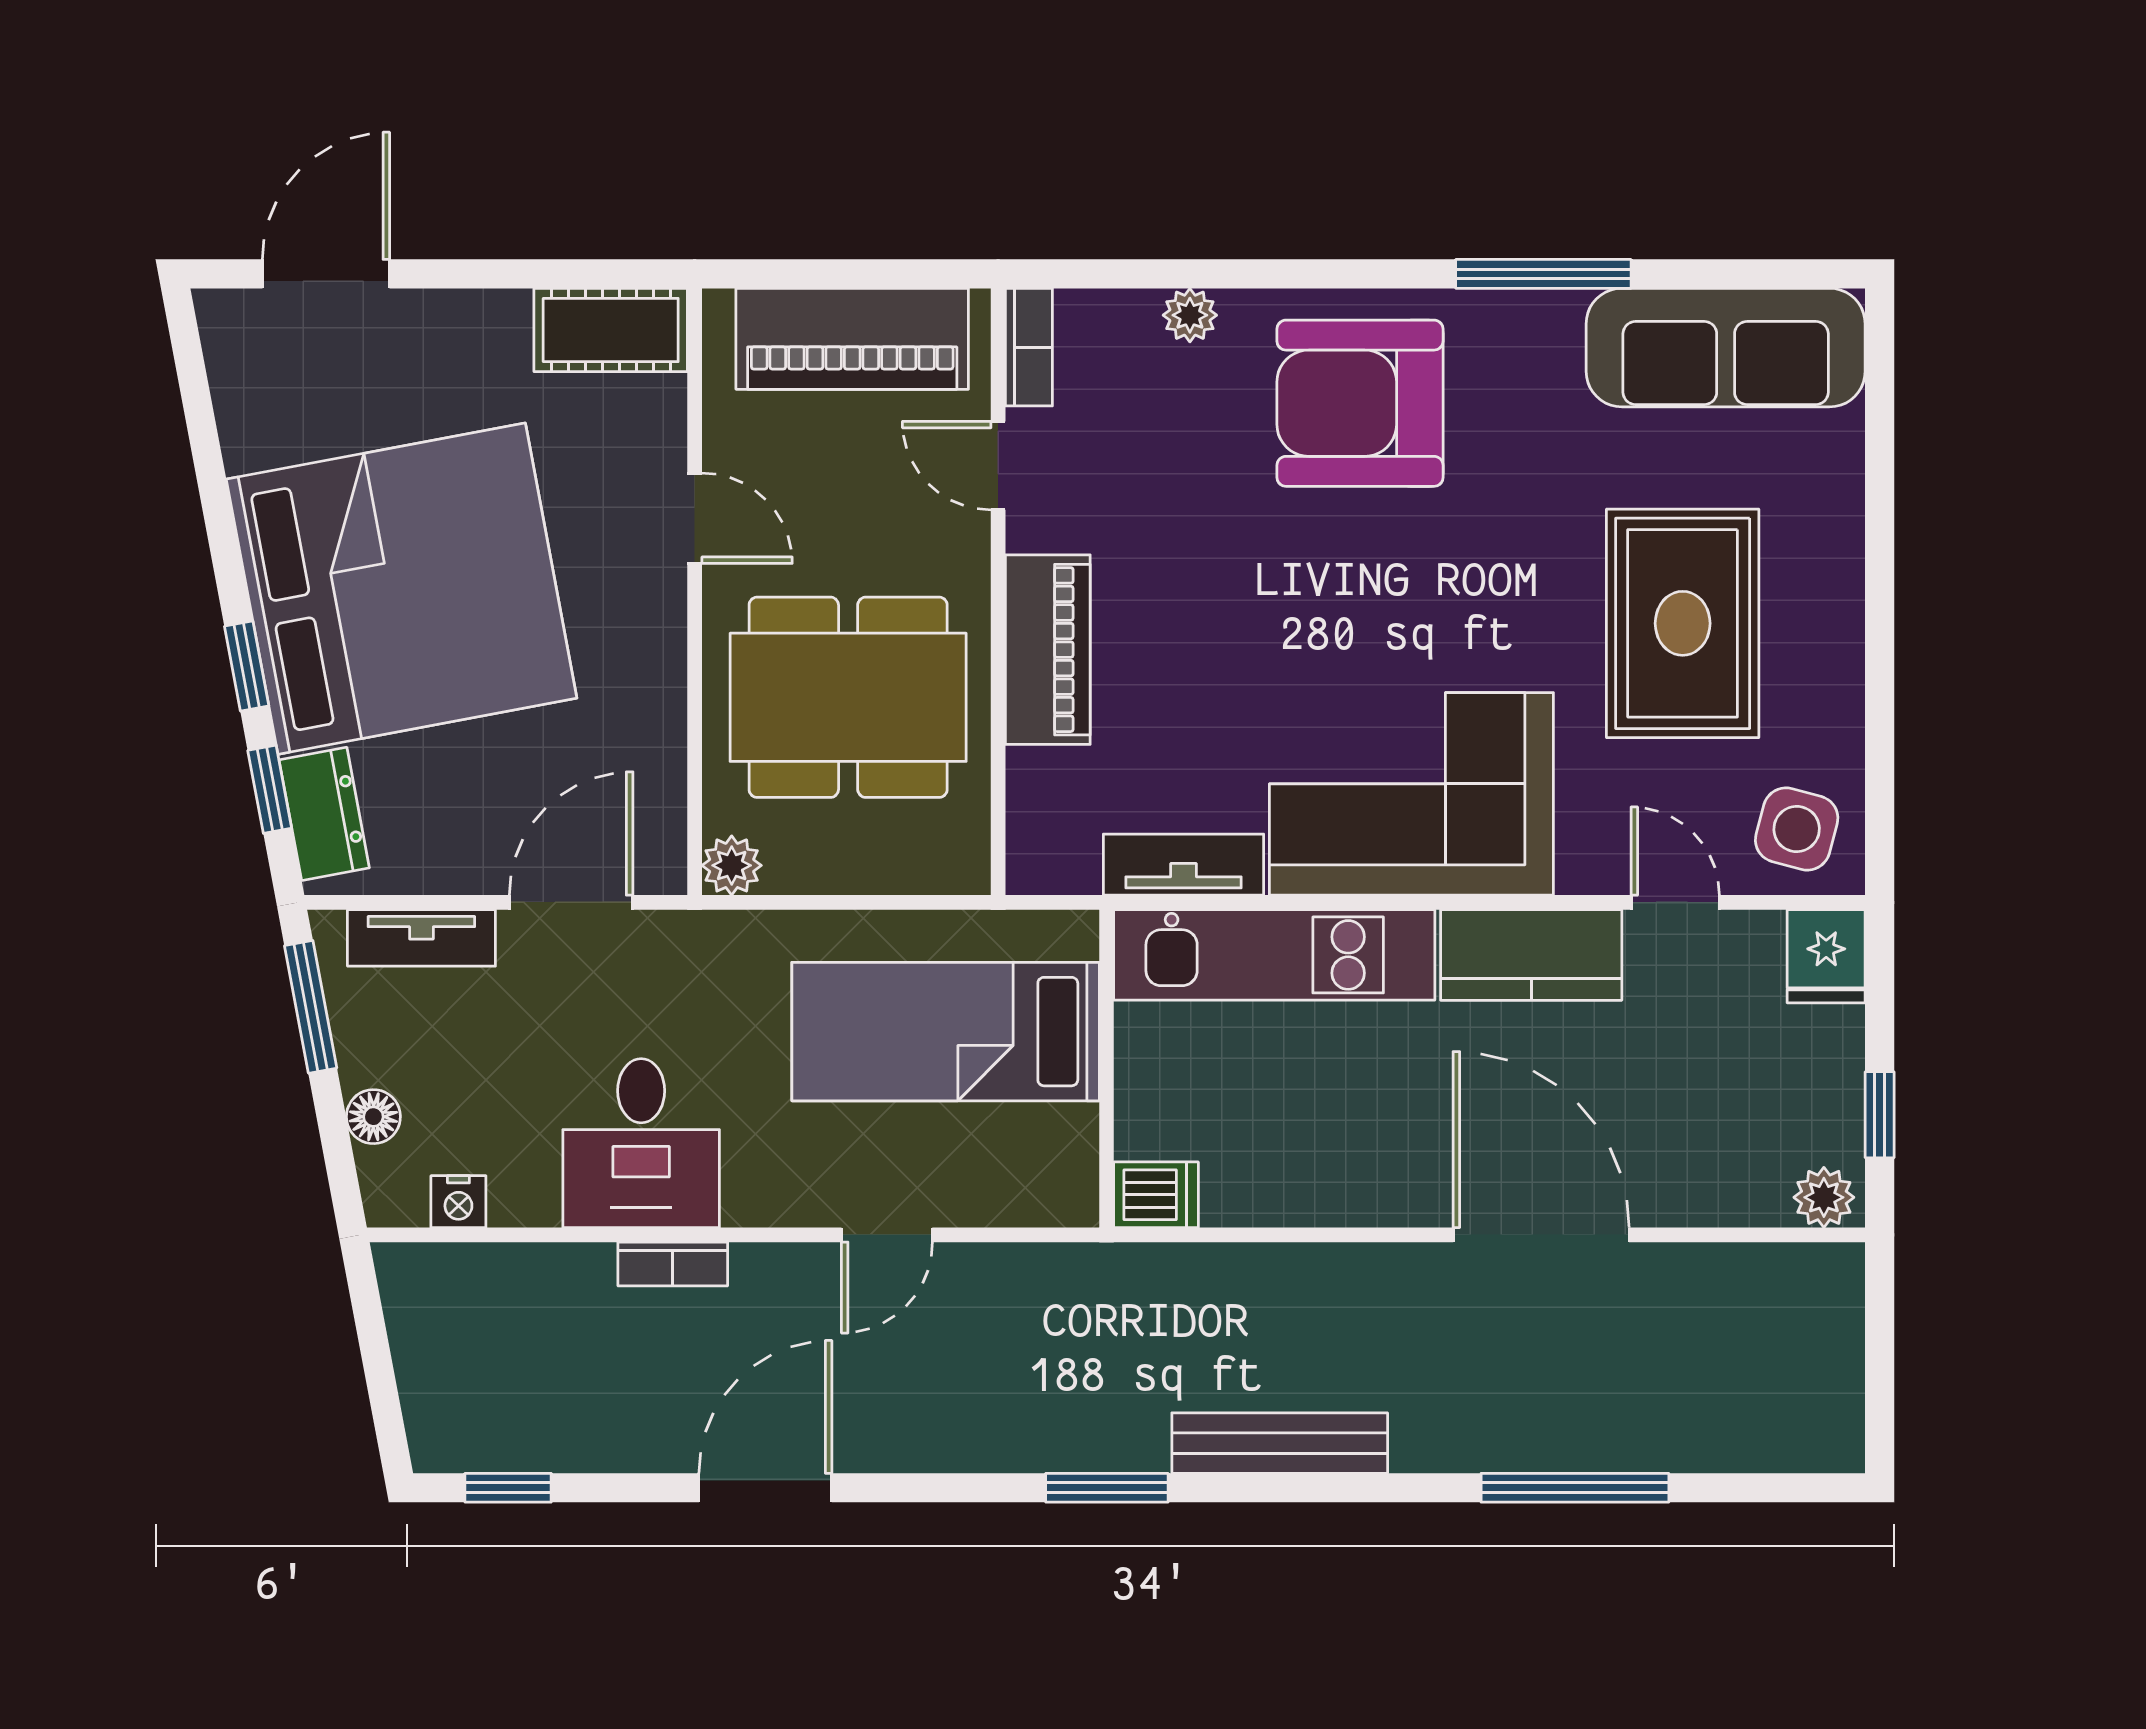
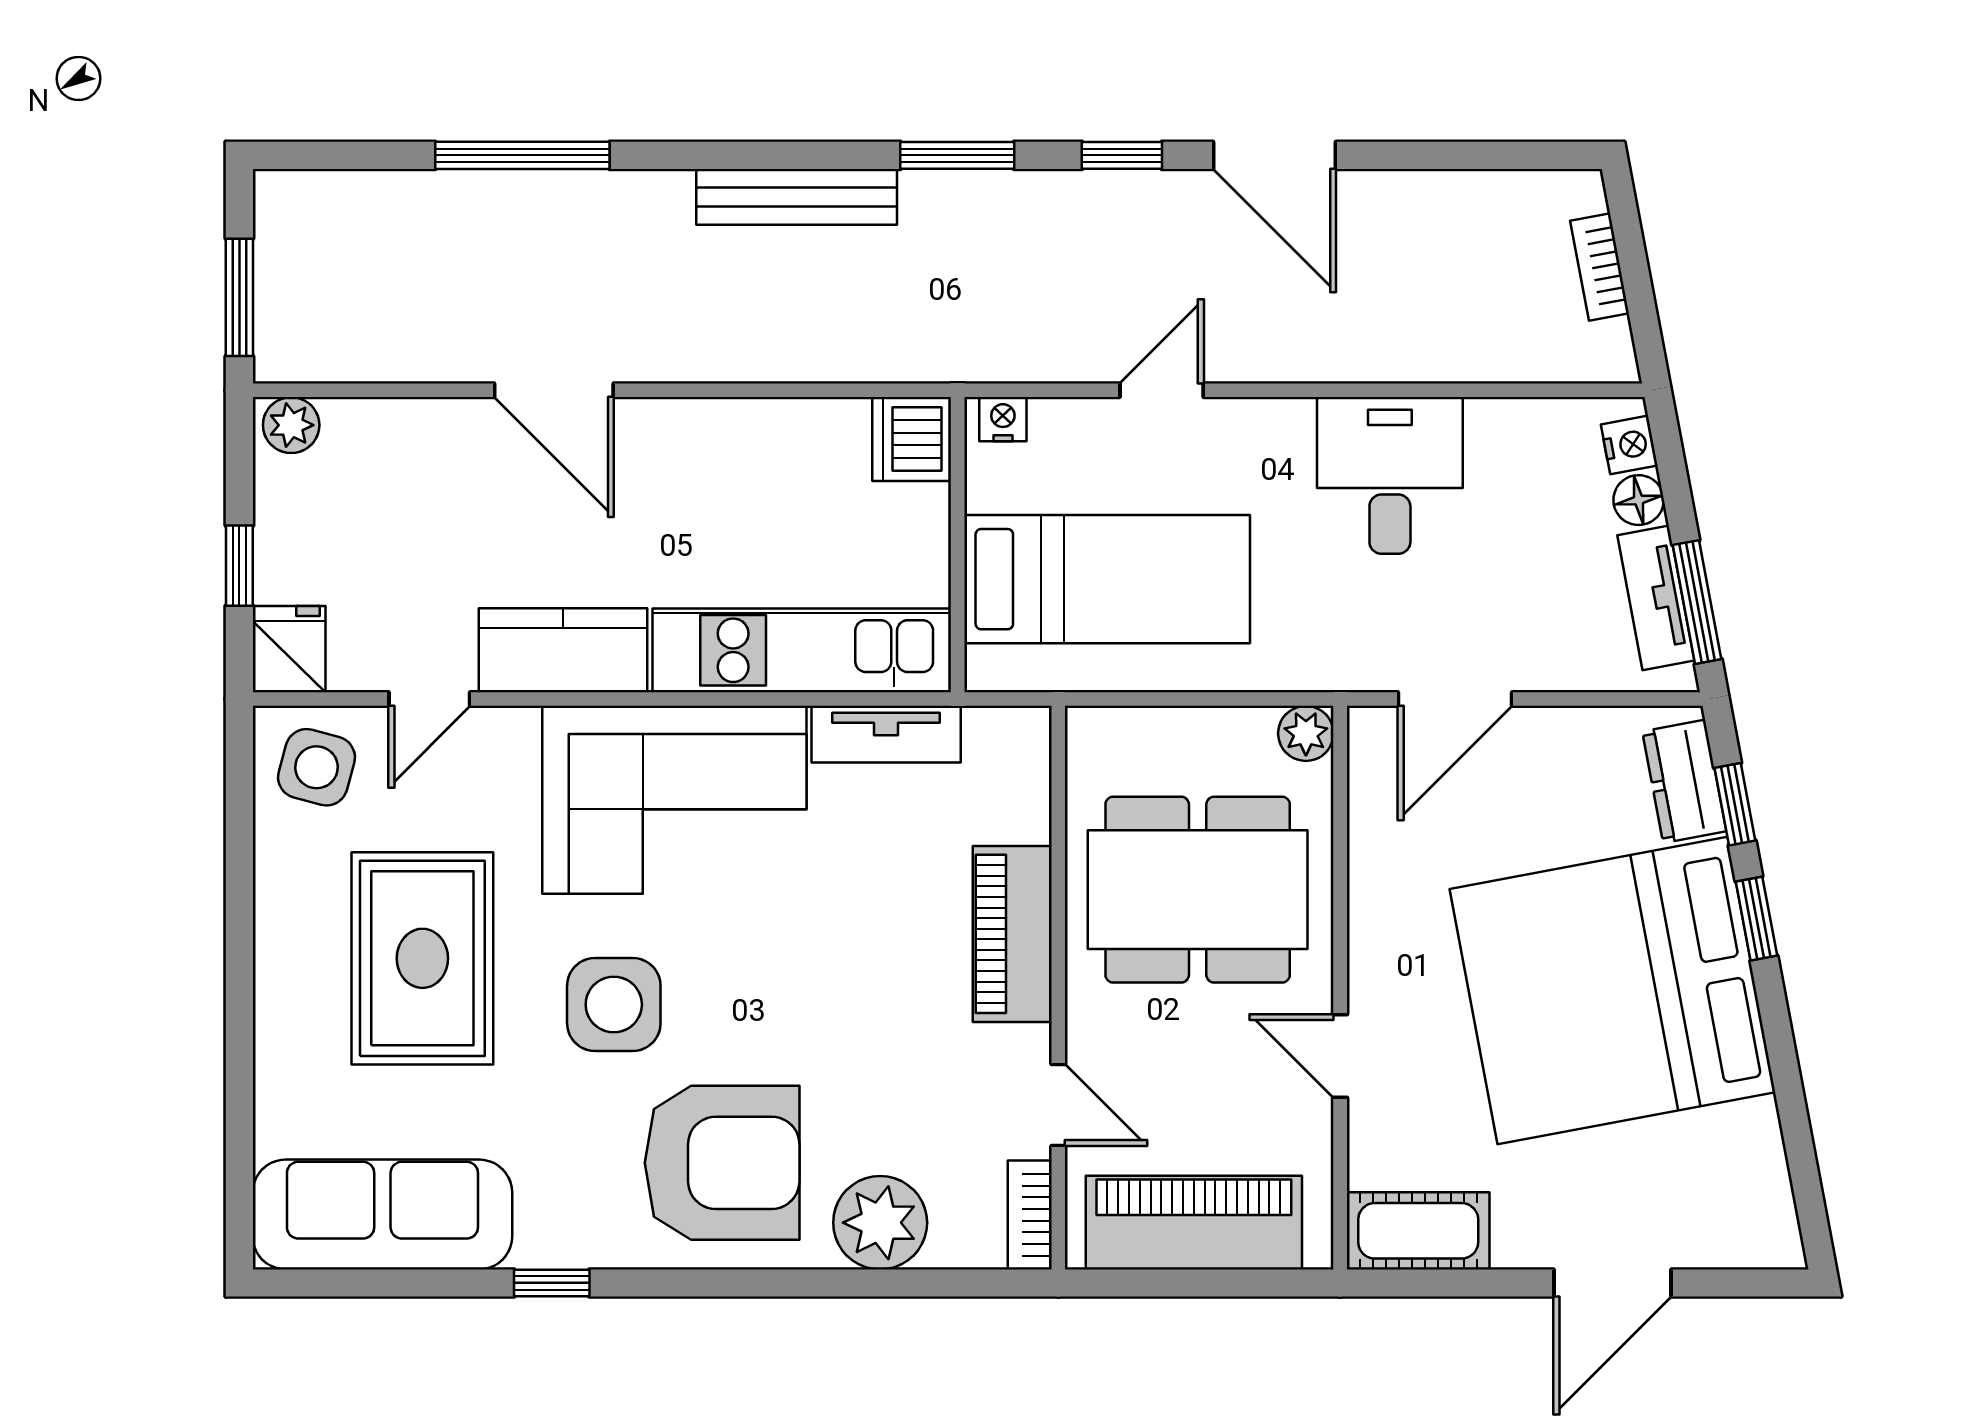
door: (326, 274) -> (1613, 1283), moved
window: (1543, 274) -> (552, 1283), width x0.46
plant: (1190, 315) -> (880, 1223), width x1.88, depth x1.88
side table: (1477, 574) -> (614, 1005), added
door: (1675, 902) -> (429, 699), hinge flipped
tv unit: (421, 938) -> (1656, 598), moved, turned -101
window: (1880, 1115) -> (239, 566), moved
dishwasher: (1156, 1195) -> (912, 439), width x1.38
nightstand: (458, 1202) -> (1629, 445), moved, turned 79
nightstand: (1058, 1204) -> (1003, 419), added
door: (1541, 1235) -> (554, 390), width x0.73
bookcase: (673, 1264) -> (1600, 267), moved, turned -101
window: (1880, 1335) -> (239, 297), added
window: (508, 1488) -> (1122, 155), moved
door: (765, 1488) -> (1274, 155), hinge flipped

